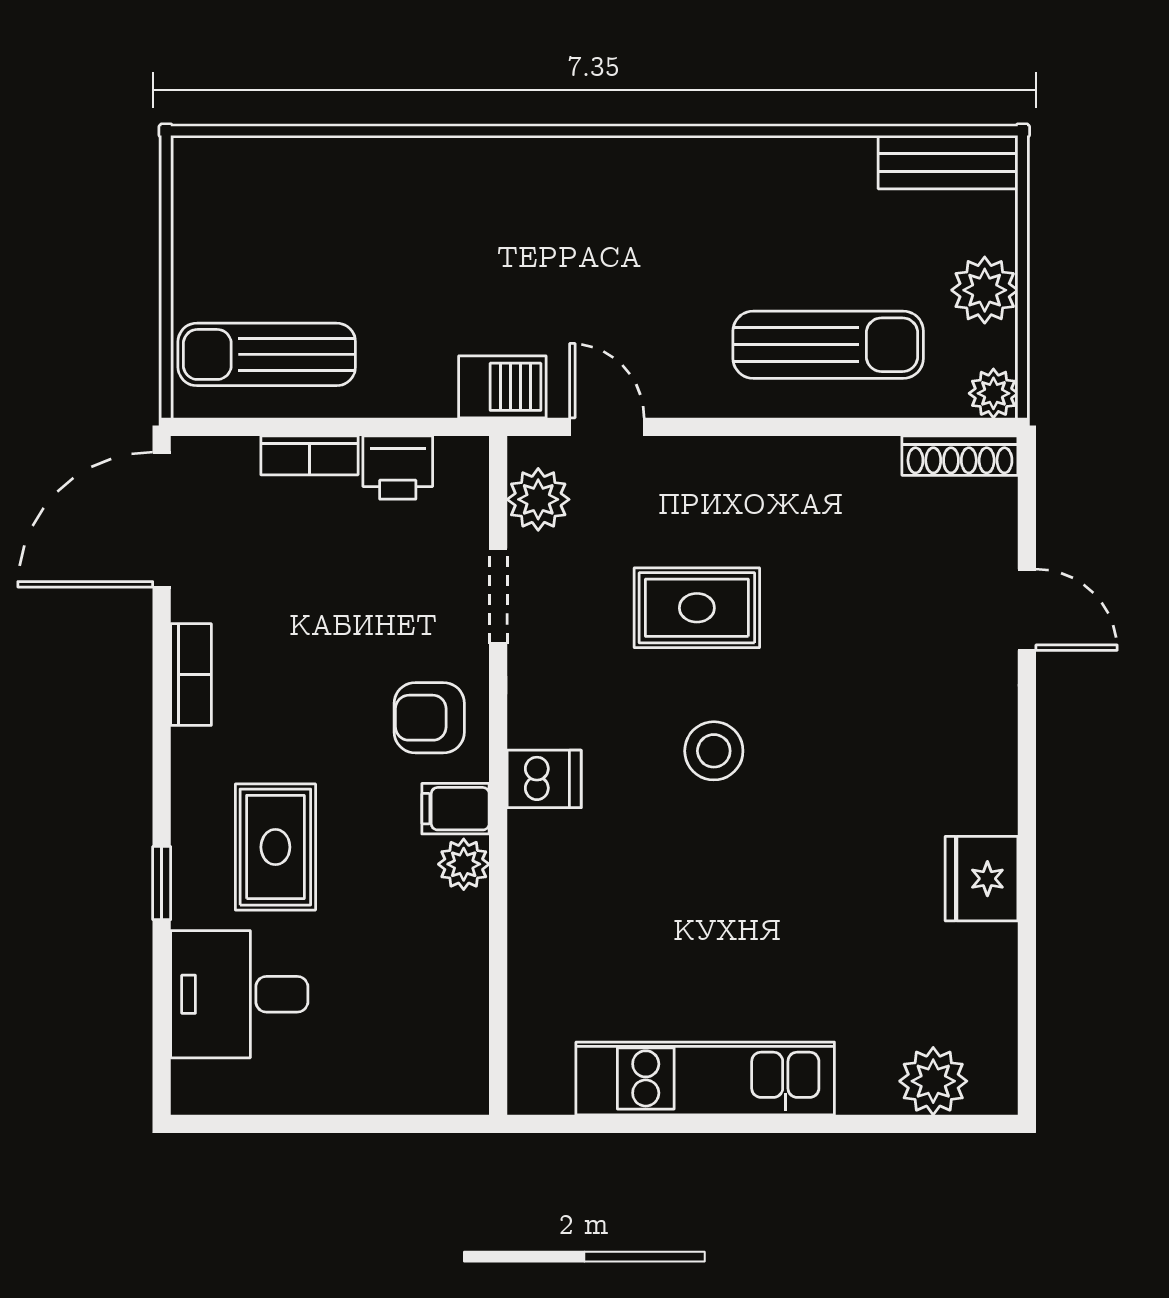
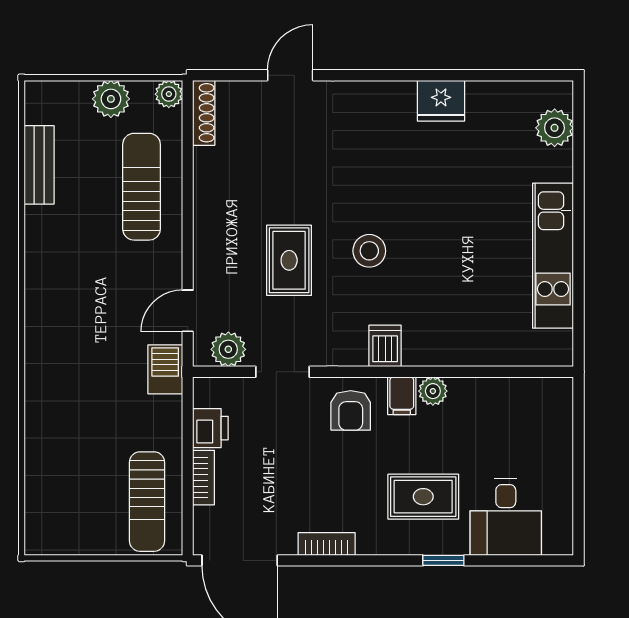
bench: (948, 162) -> (39, 165), moved

